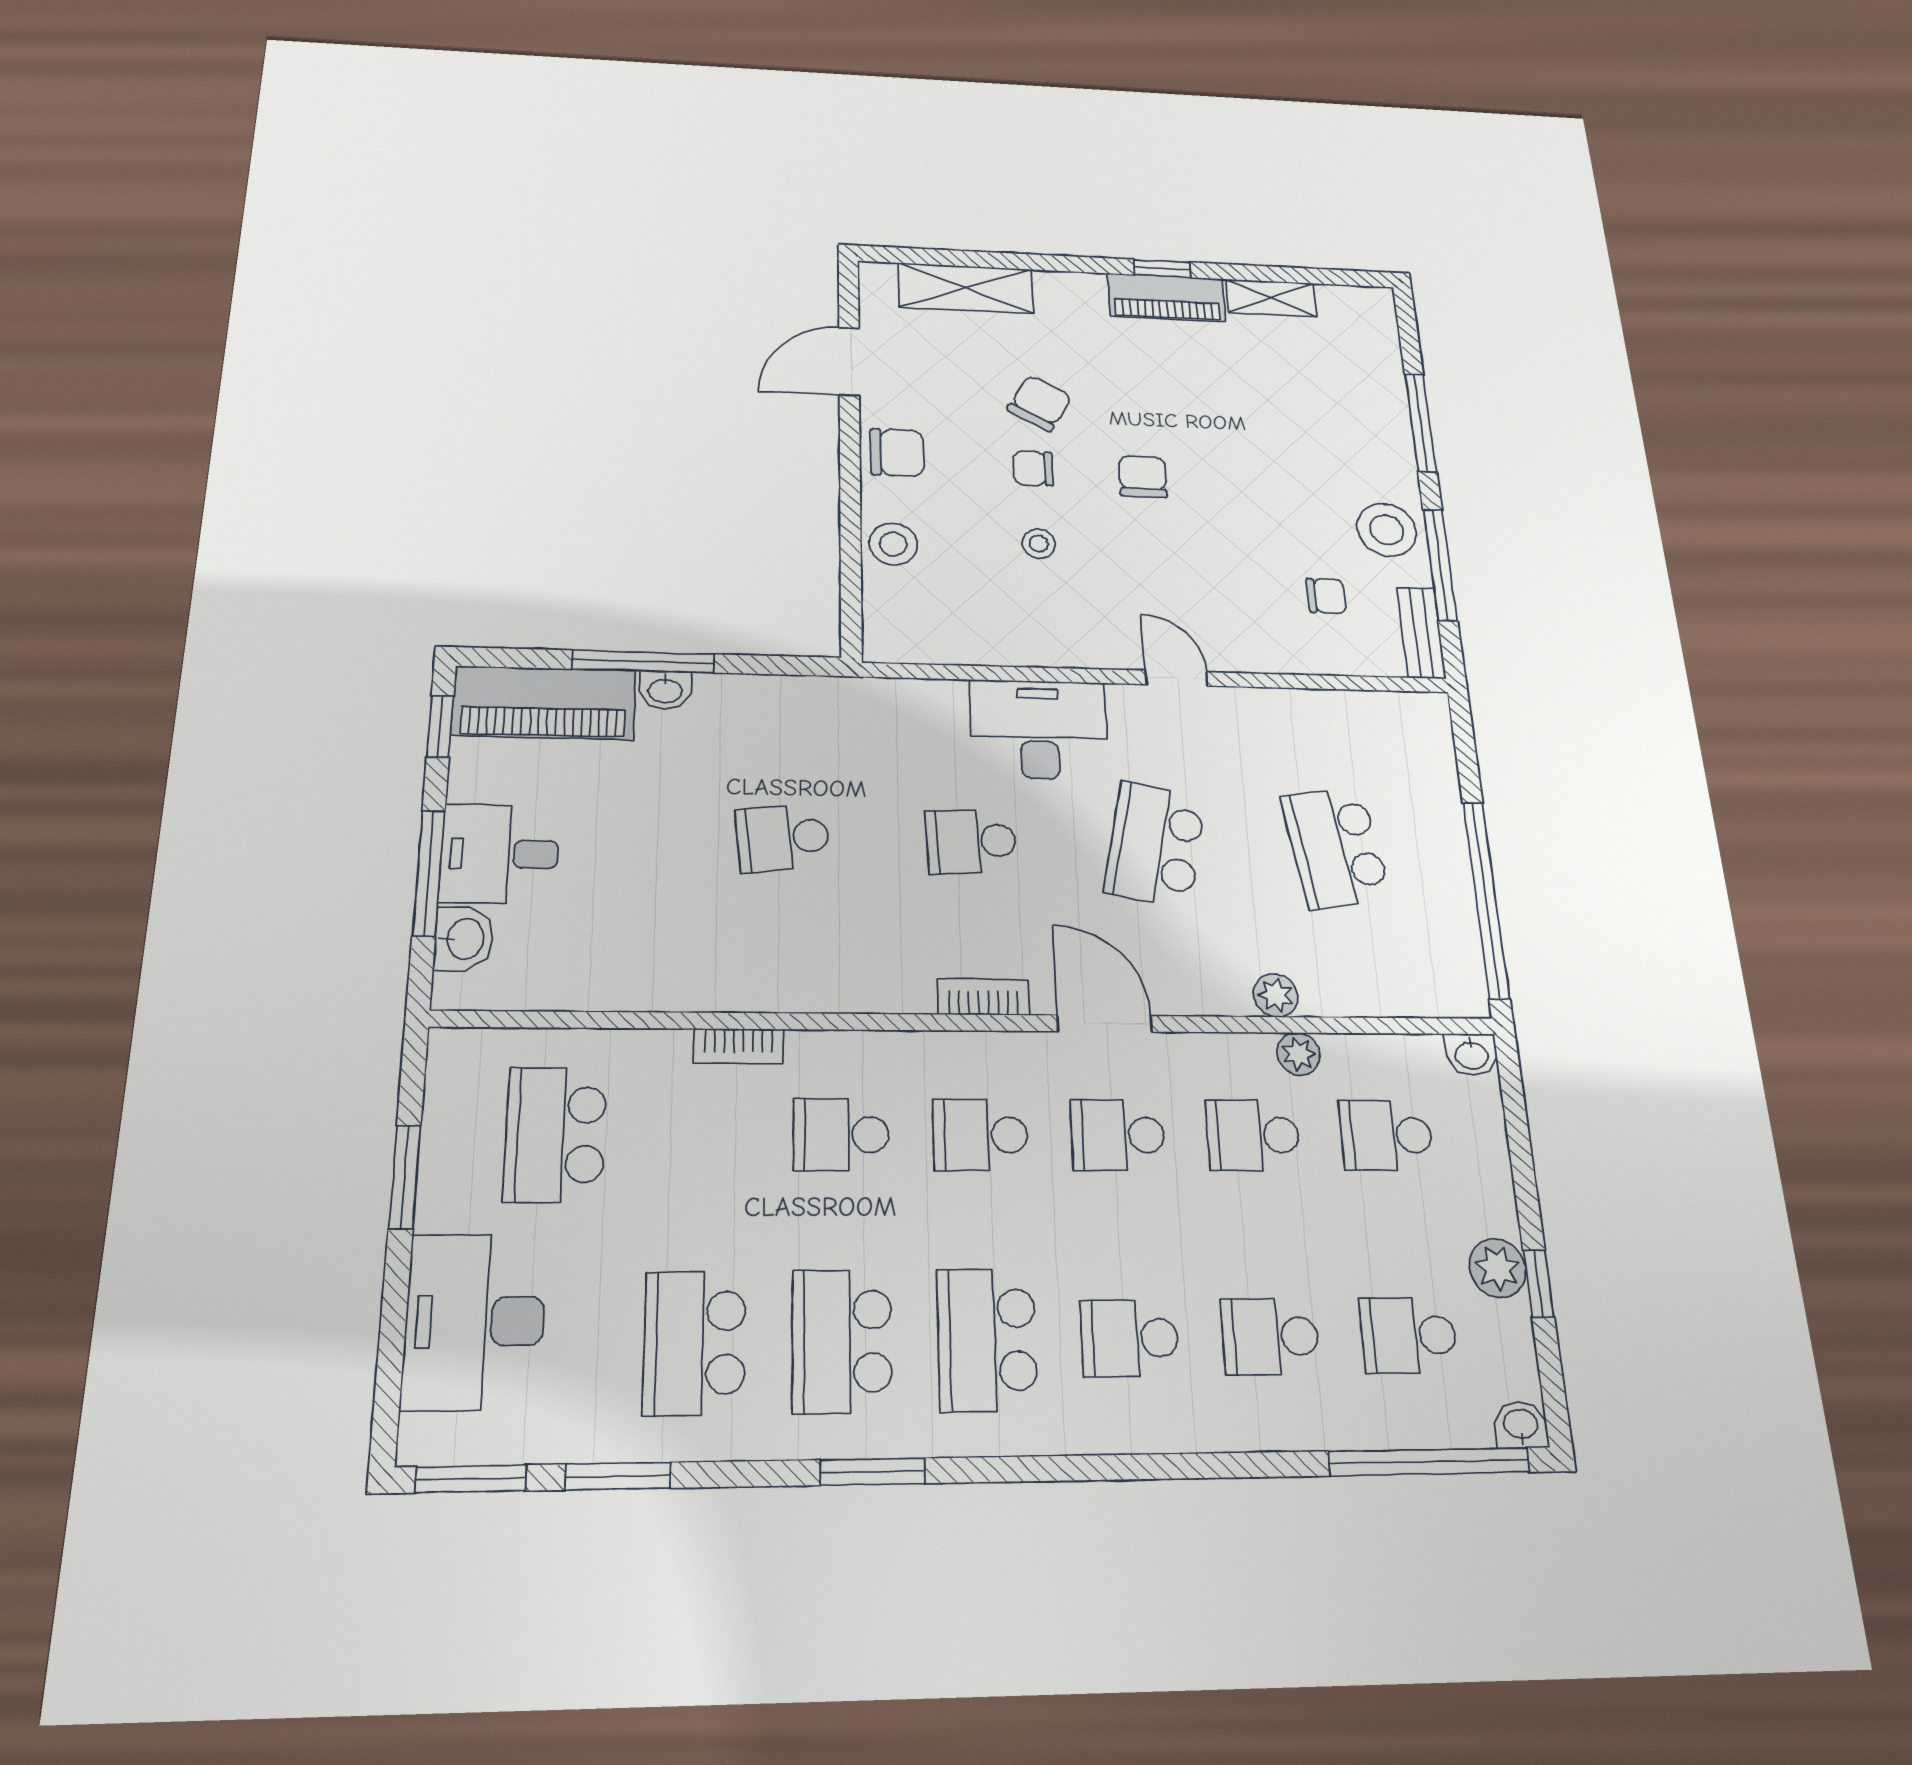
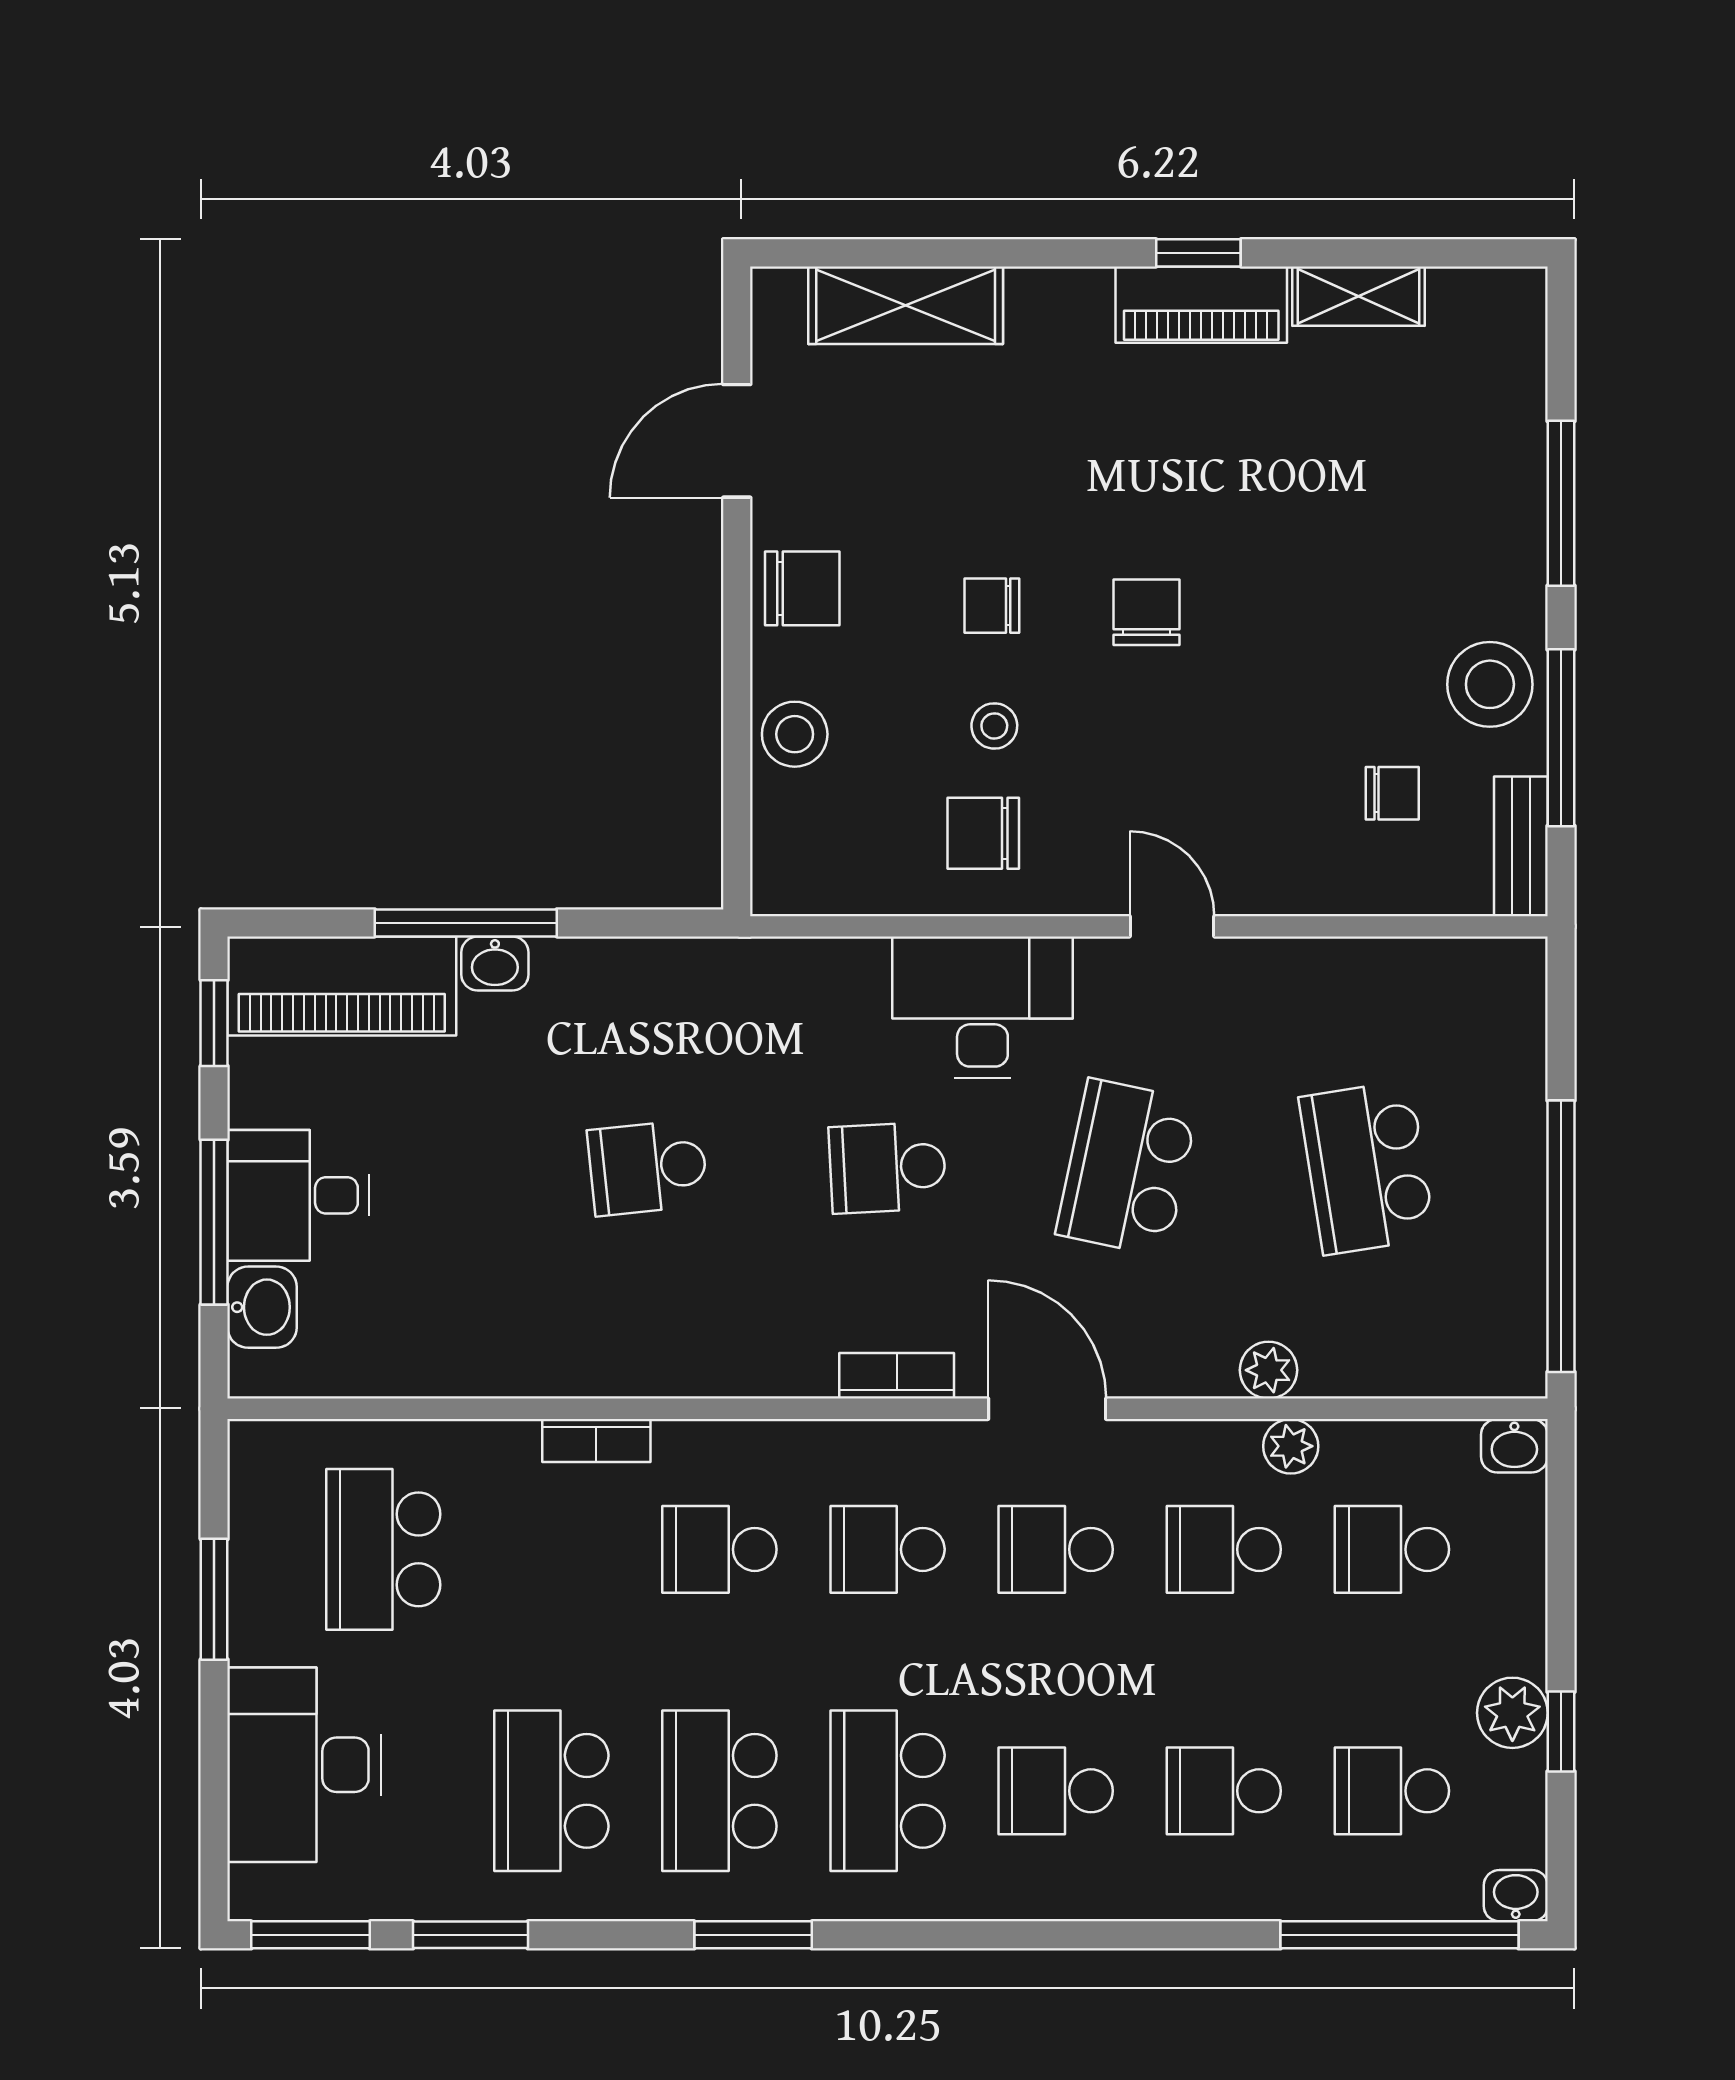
chair: (1040, 403) -> (983, 833), moved, turned -120

